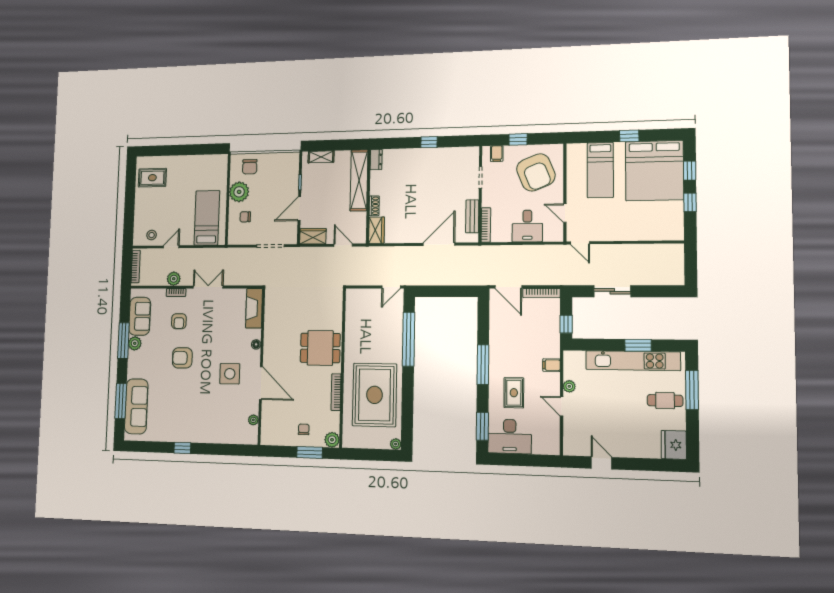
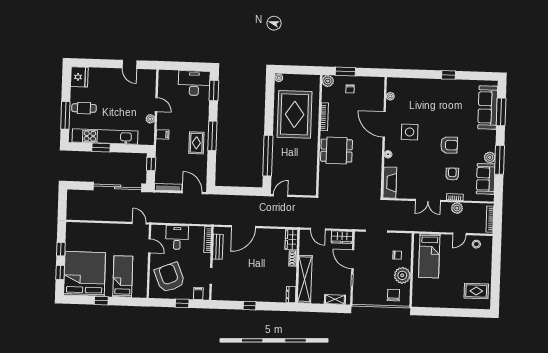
door: (299, 209) -> (353, 259), swing flipped
sliding door: (612, 291) -> (118, 187), width x1.86
rug: (514, 393) -> (196, 143), moved

